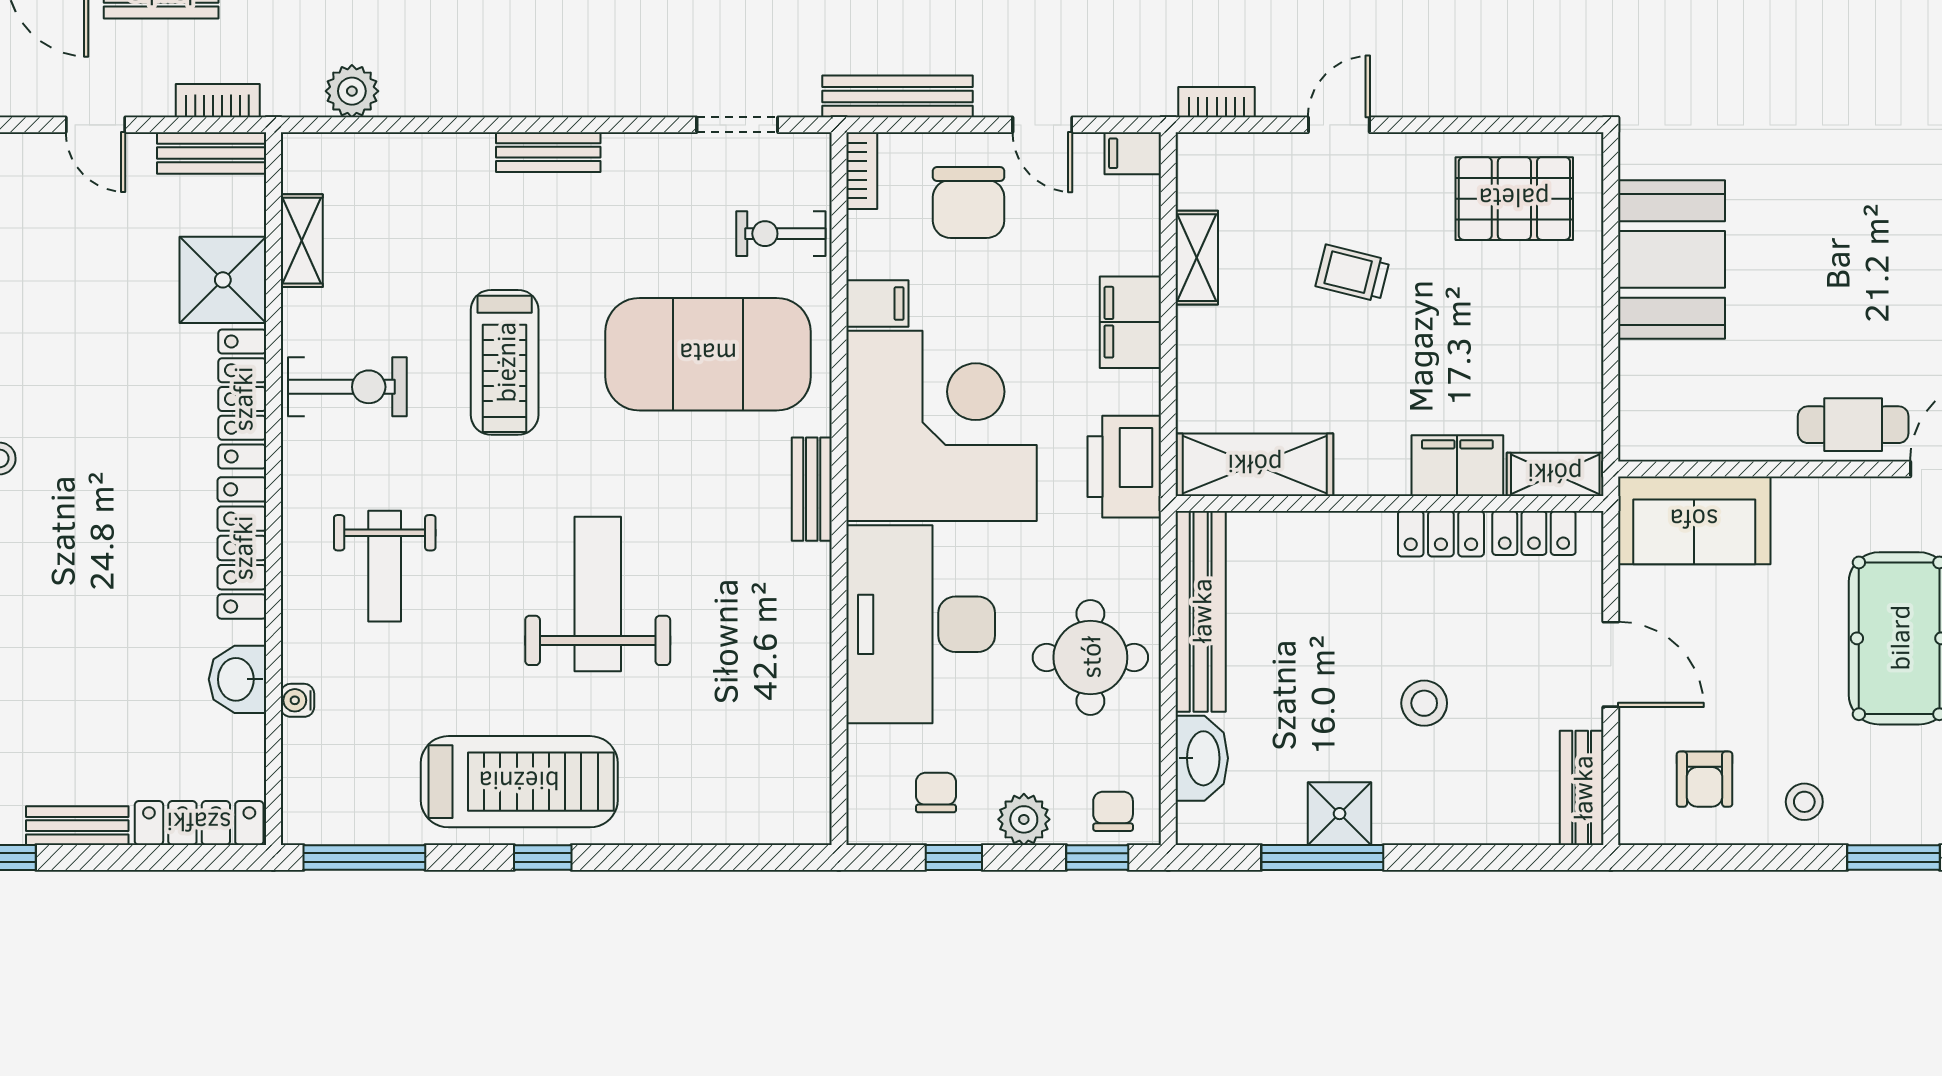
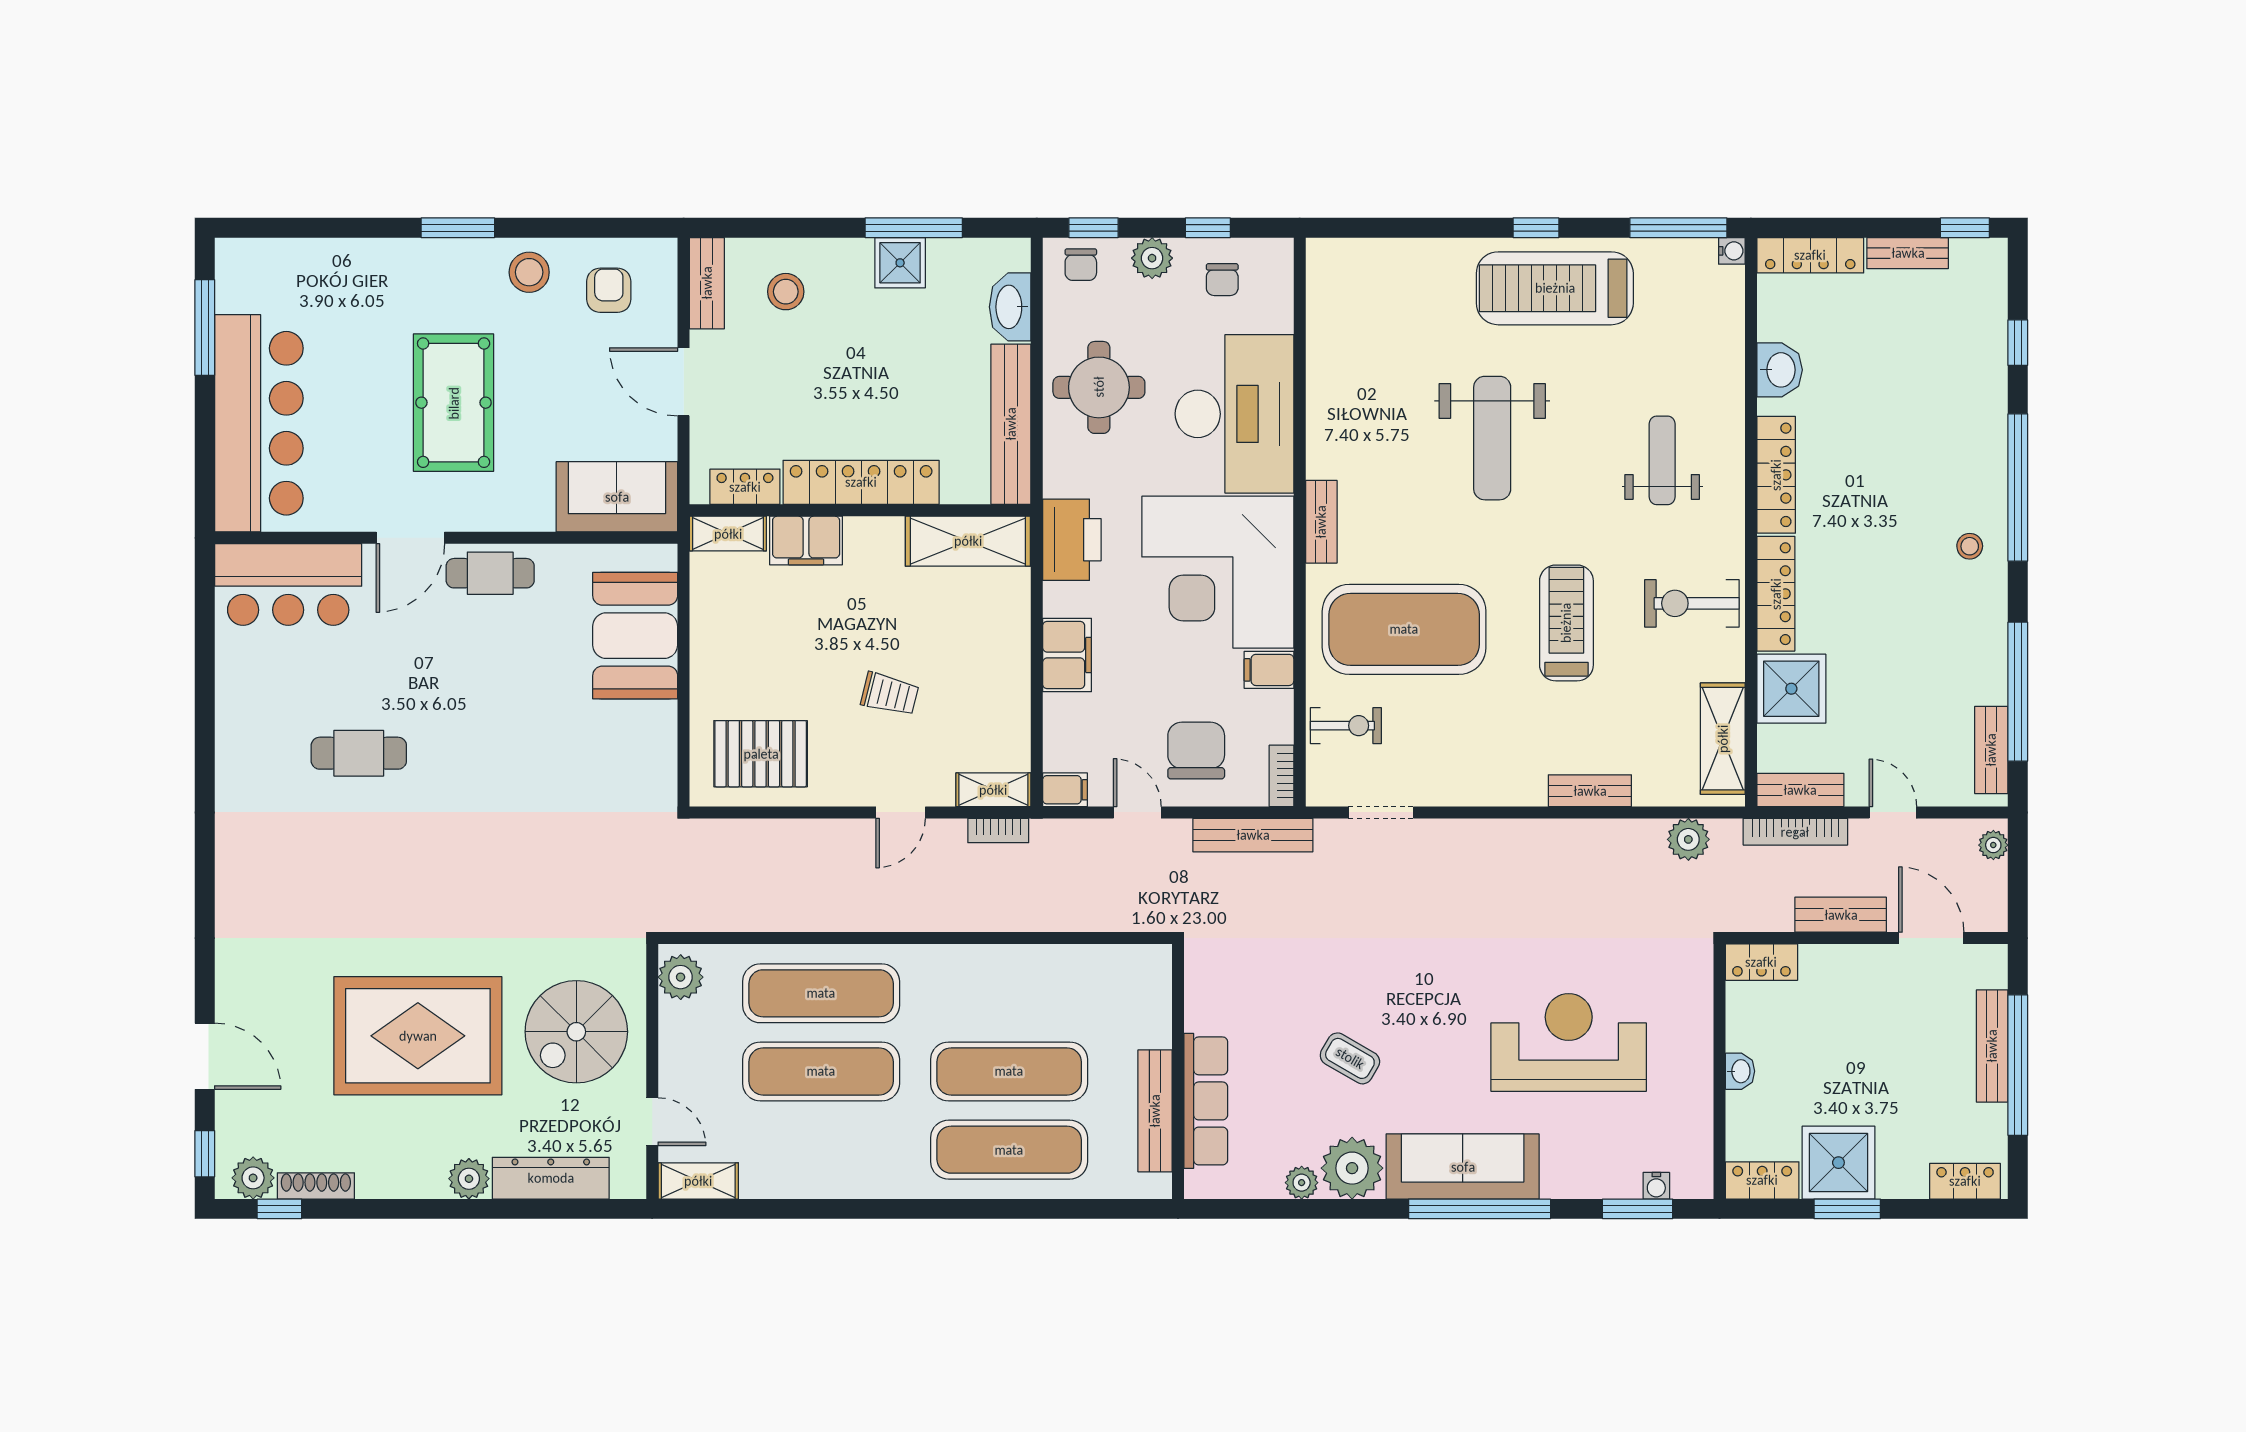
bookcase: (218, 101) -> (1795, 832), width x1.56
bench: (548, 152) -> (1590, 791), moved
shelving: (302, 241) -> (1723, 739), width x1.50, depth x1.33
shelving: (1197, 258) -> (993, 790), moved, turned 90
booth: (1672, 259) -> (635, 636), moved
locker: (1441, 534) -> (861, 482), width x2.16, depth x1.21
water cooler: (297, 700) -> (1732, 251), moved
stool: (1424, 703) -> (786, 292), moved
stool: (1804, 802) -> (529, 272), width x1.37, depth x1.37

